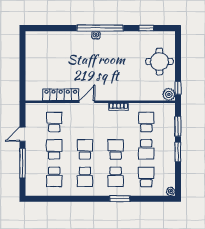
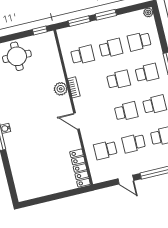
plant: (169, 94) -> (61, 89), moved
locker: (61, 95) -> (80, 168), moved
school desk: (146, 122) -> (83, 55), turned 180
school desk: (85, 149) -> (126, 111), turned 180
school desk: (116, 149) -> (118, 80), turned 180

